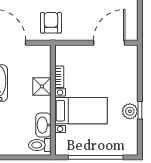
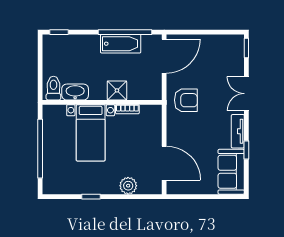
plant: (130, 111) -> (128, 186), moved

